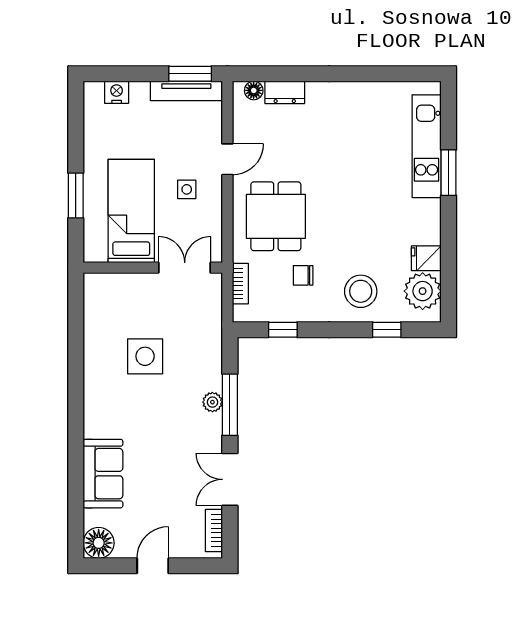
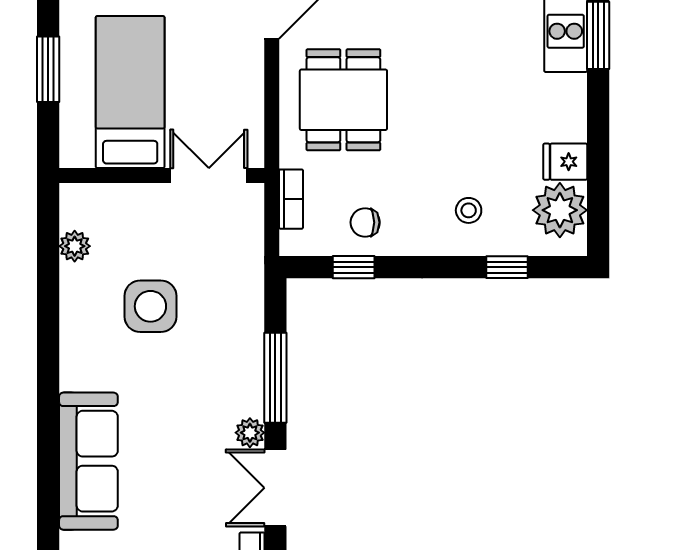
side table: (187, 189) -> (212, 60), removed
chair: (303, 275) -> (365, 222), moved
stool: (361, 291) -> (469, 210), width x0.53, depth x0.53
plant: (94, 316) -> (75, 246), added
plant: (212, 402) -> (250, 433), moved
sofa: (103, 474) -> (88, 461), width x1.36

